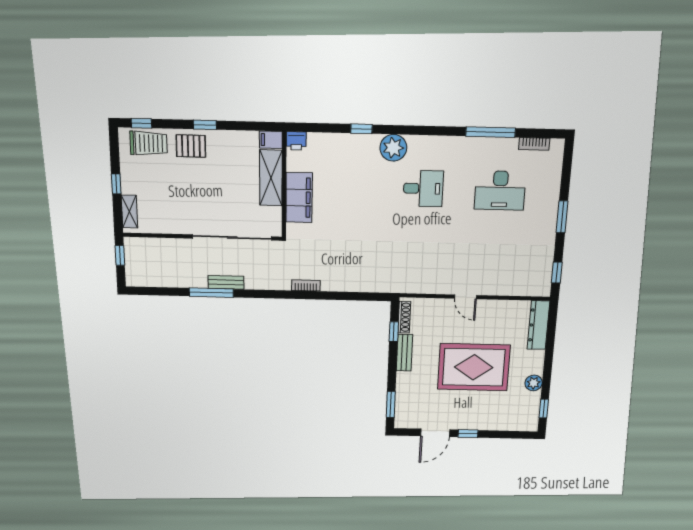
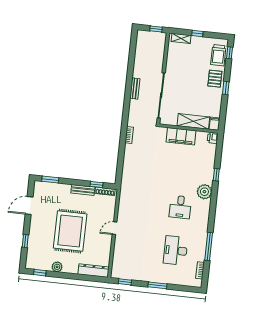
window: (211, 293) -> (129, 79), removed
door: (435, 433) -> (29, 206), hinge flipped
window: (468, 434) -> (25, 241), moved

